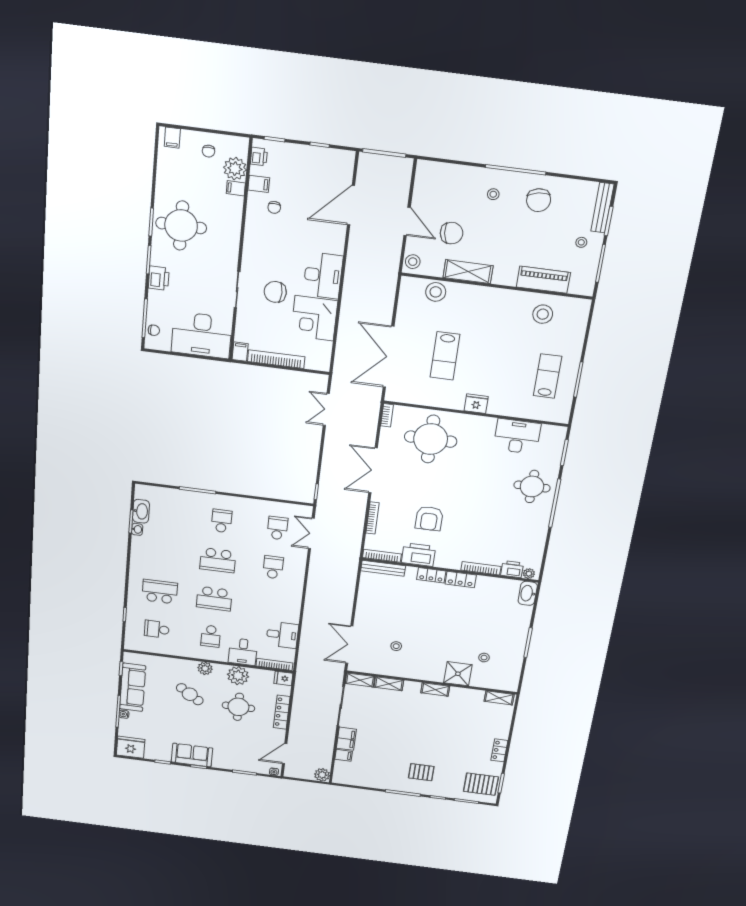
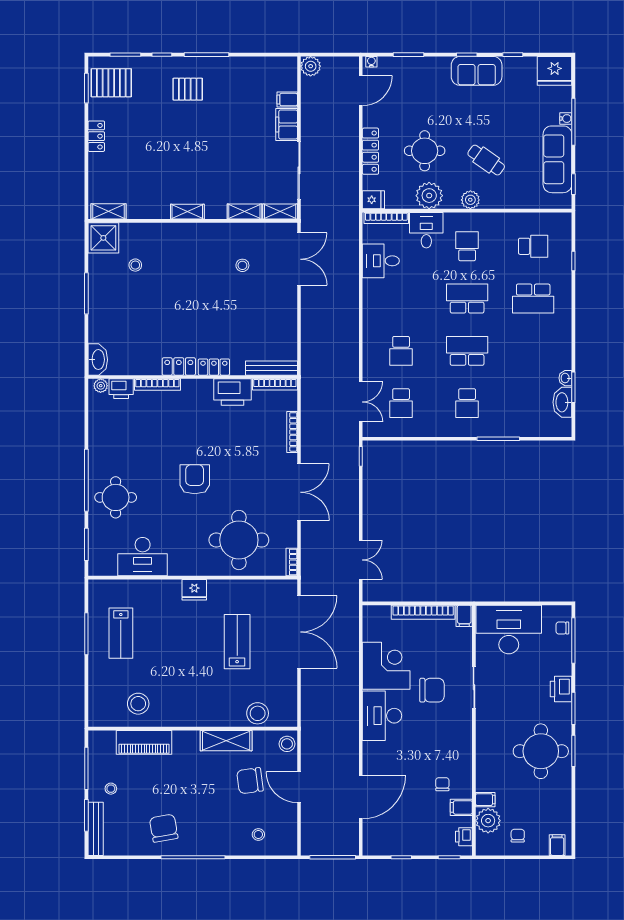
stool: (493, 194) -> (258, 835), moved
armchair: (429, 518) -> (195, 479), moved
shower: (458, 674) -> (103, 238), moved

